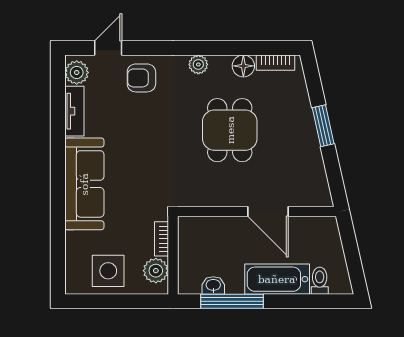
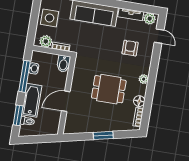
armchair: (141, 78) -> (130, 48), moved
bidet: (194, 228) -> (63, 64), added
window: (312, 301) -> (18, 115), added

